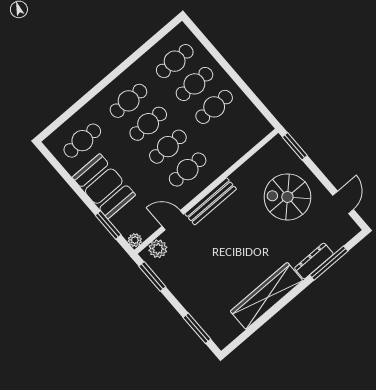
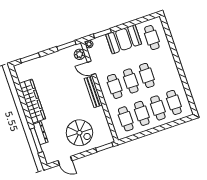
cafe table: (129, 101) -> (126, 119), moved
spiral stairs: (287, 197) -> (79, 133), turned 90
door: (173, 220) -> (91, 68), swing flipped

